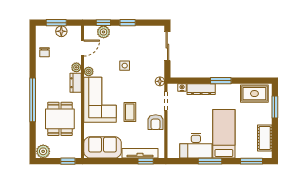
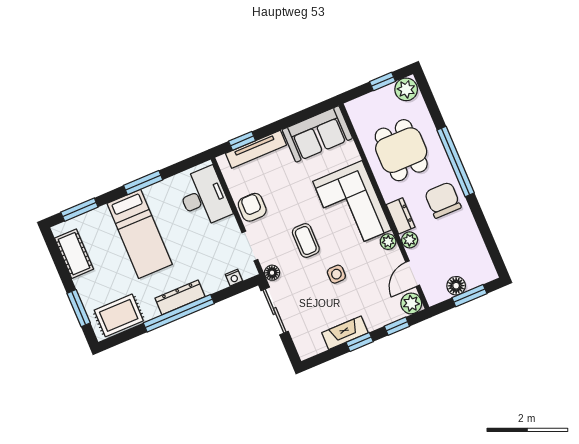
fireplace: (134, 31) -> (345, 333), added
plant: (104, 32) -> (411, 303), moved
sliding door: (167, 46) -> (275, 311), moved
chair: (44, 52) -> (443, 200), moved, width x1.87, depth x1.87
window: (221, 81) -> (179, 313), width x2.11
dresser: (201, 89) -> (180, 297), moved
coffee table: (130, 112) -> (306, 241), moved
desk: (196, 146) -> (204, 197), moved, turned 90
window: (68, 161) -> (383, 82), moved

